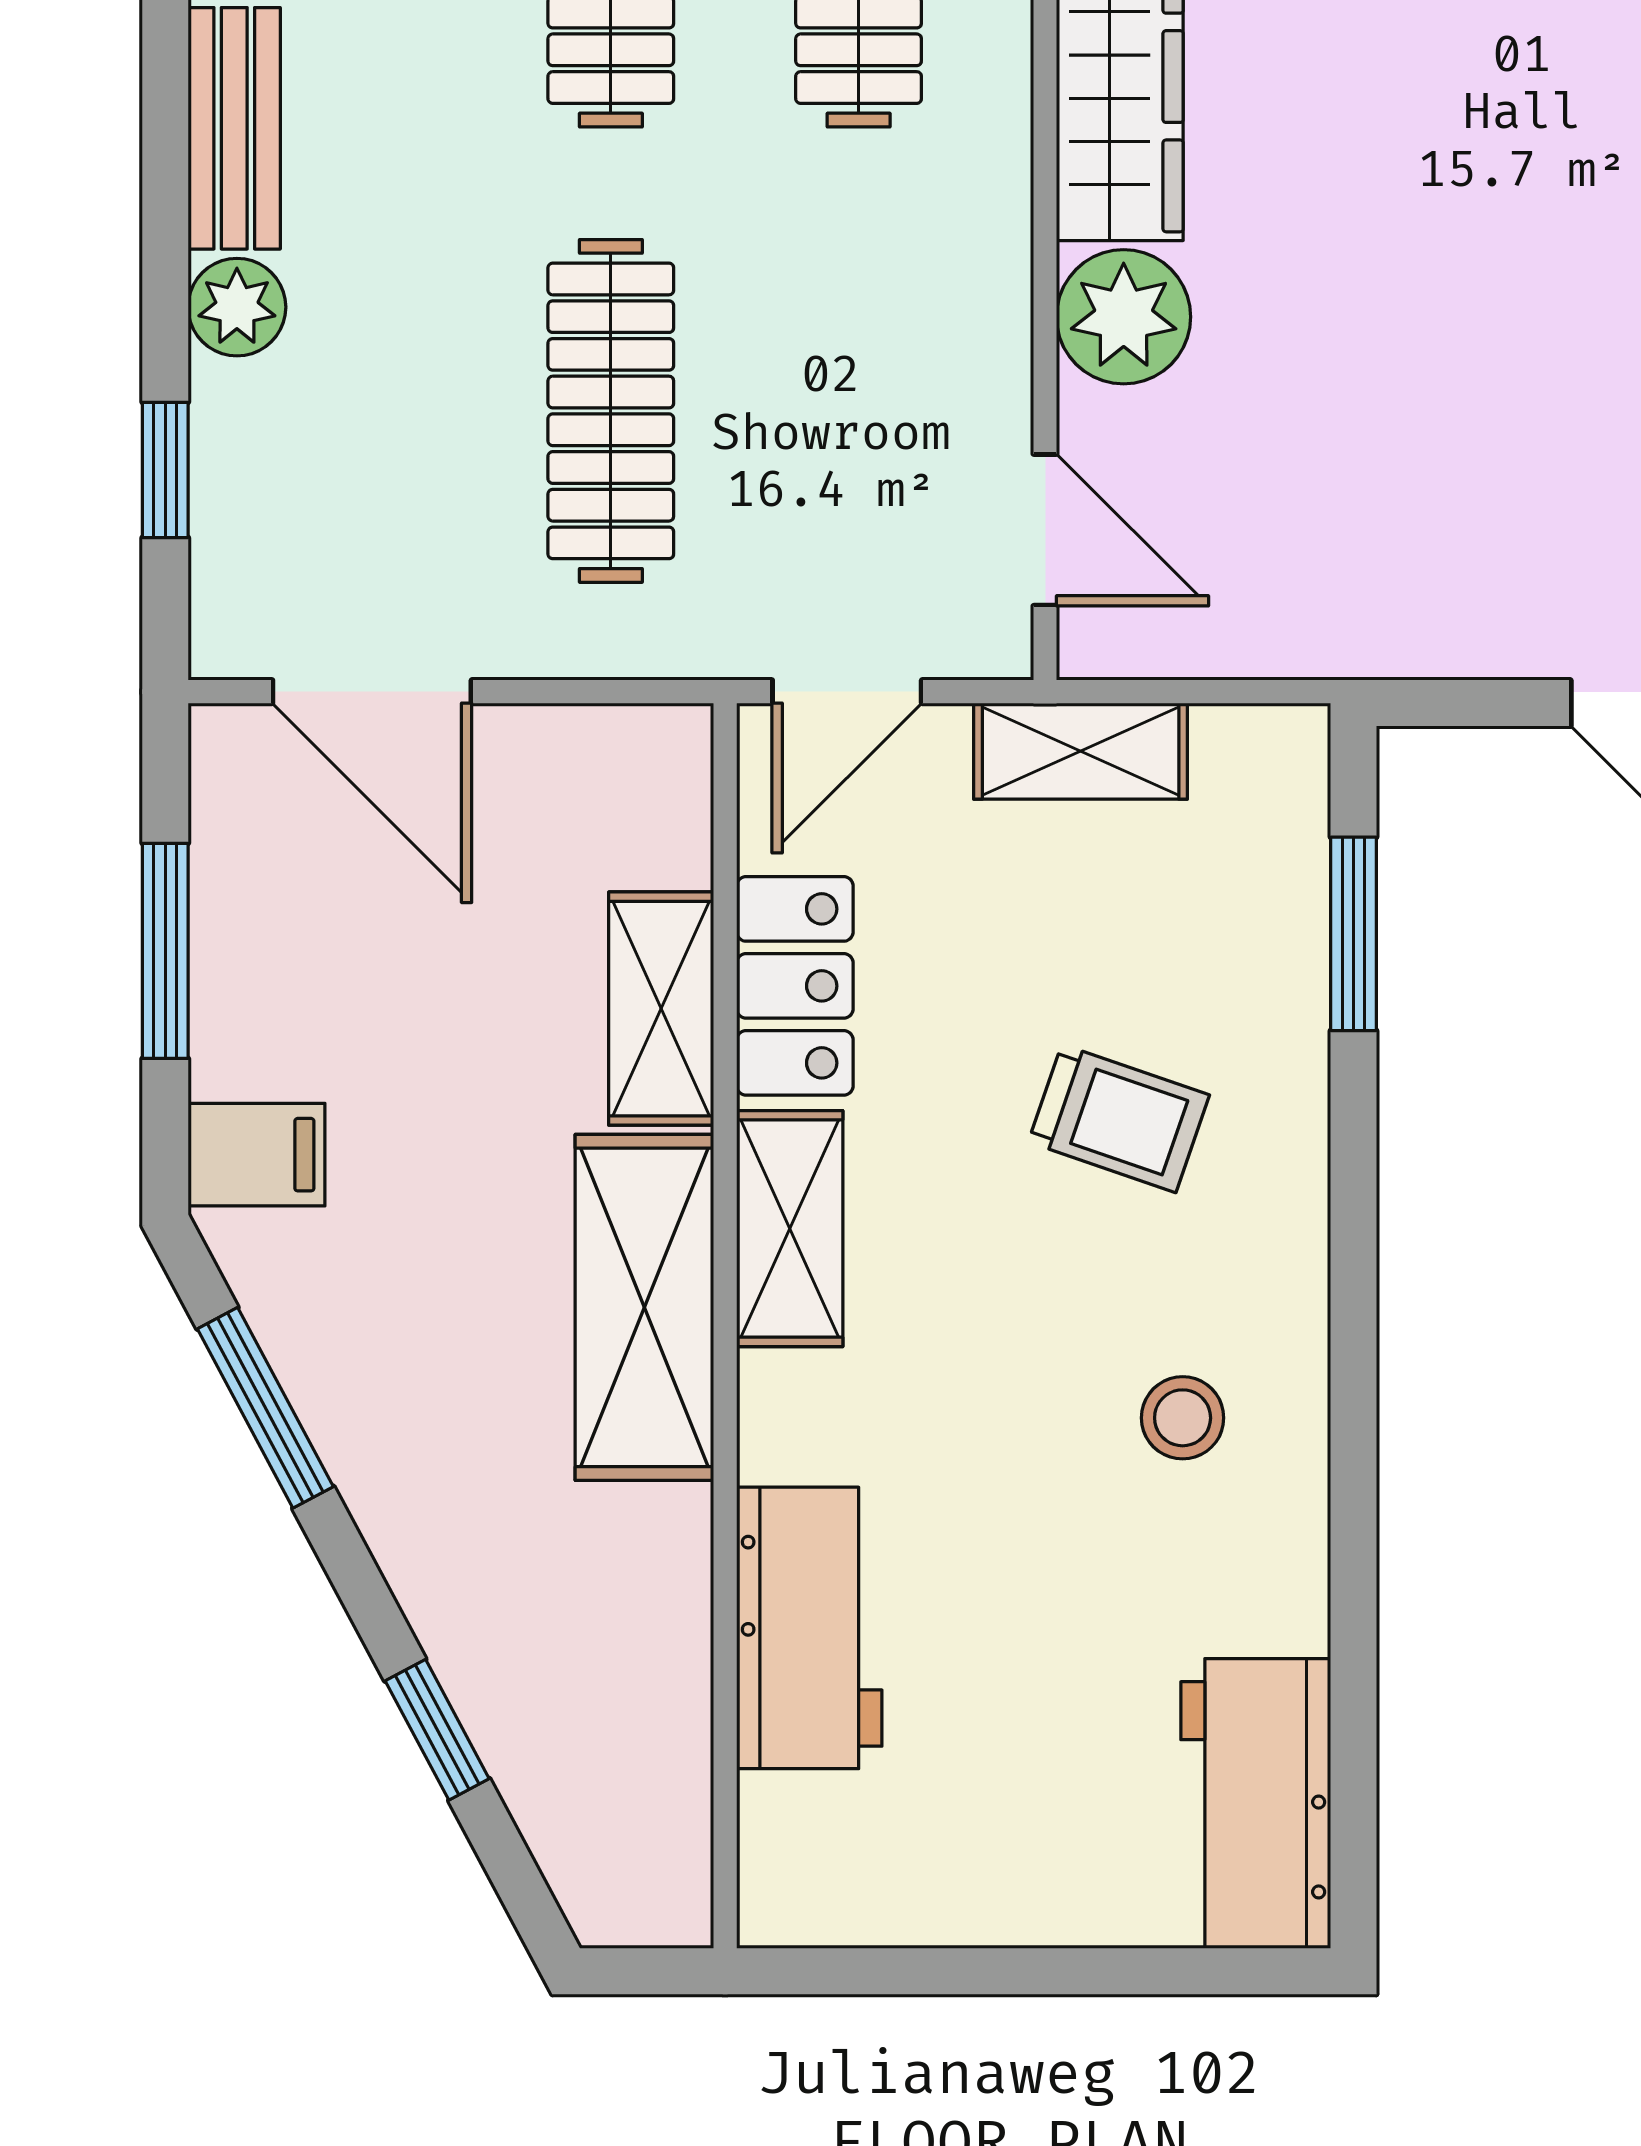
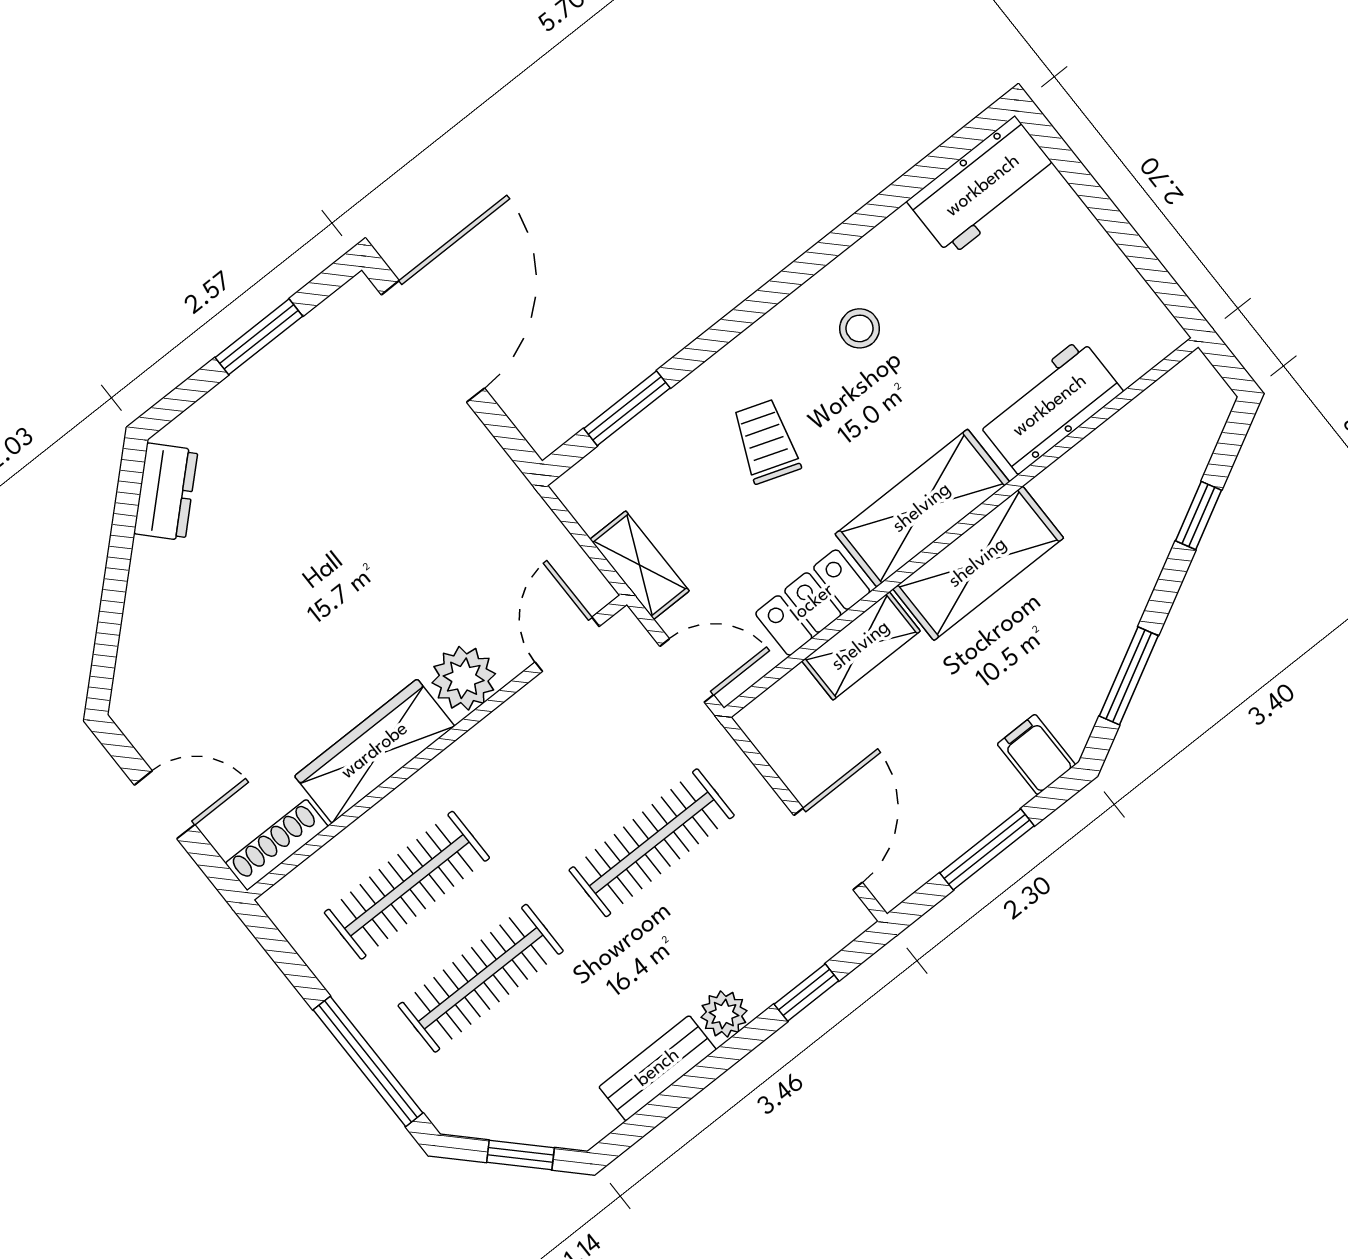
shelving: (790, 1229) -> (922, 508), width x1.50, depth x1.33

